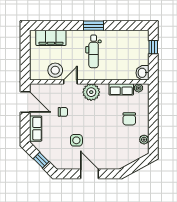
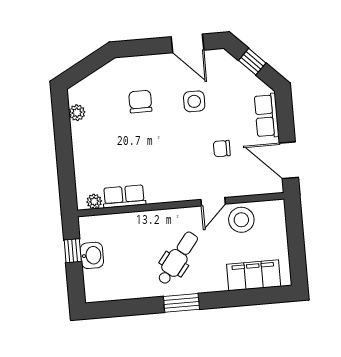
window: (153, 47) -> (73, 251), moved
dental chair: (94, 51) -> (178, 258), turned 38
washbasin: (142, 73) -> (92, 255), moved
plant: (91, 92) -> (176, 187), removed
chair: (129, 119) -> (140, 102), moved
door: (89, 174) -> (188, 43), moved

